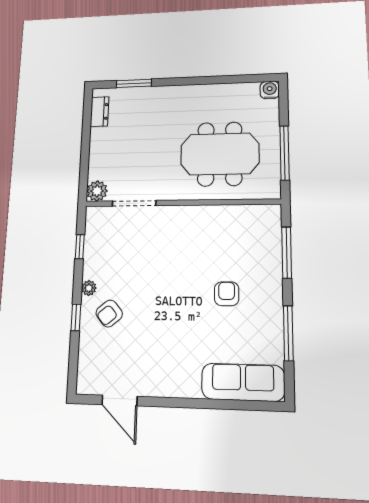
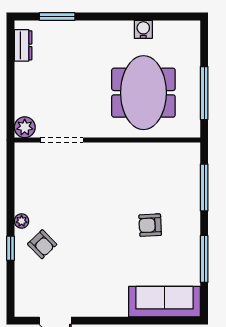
water cooler: (270, 90) -> (143, 29), moved
meeting table: (220, 154) -> (143, 93), turned 90
window: (80, 247) -> (11, 182), removed
armchair: (227, 294) -> (150, 225), turned -93
armchair: (109, 313) -> (42, 244), turned -94

